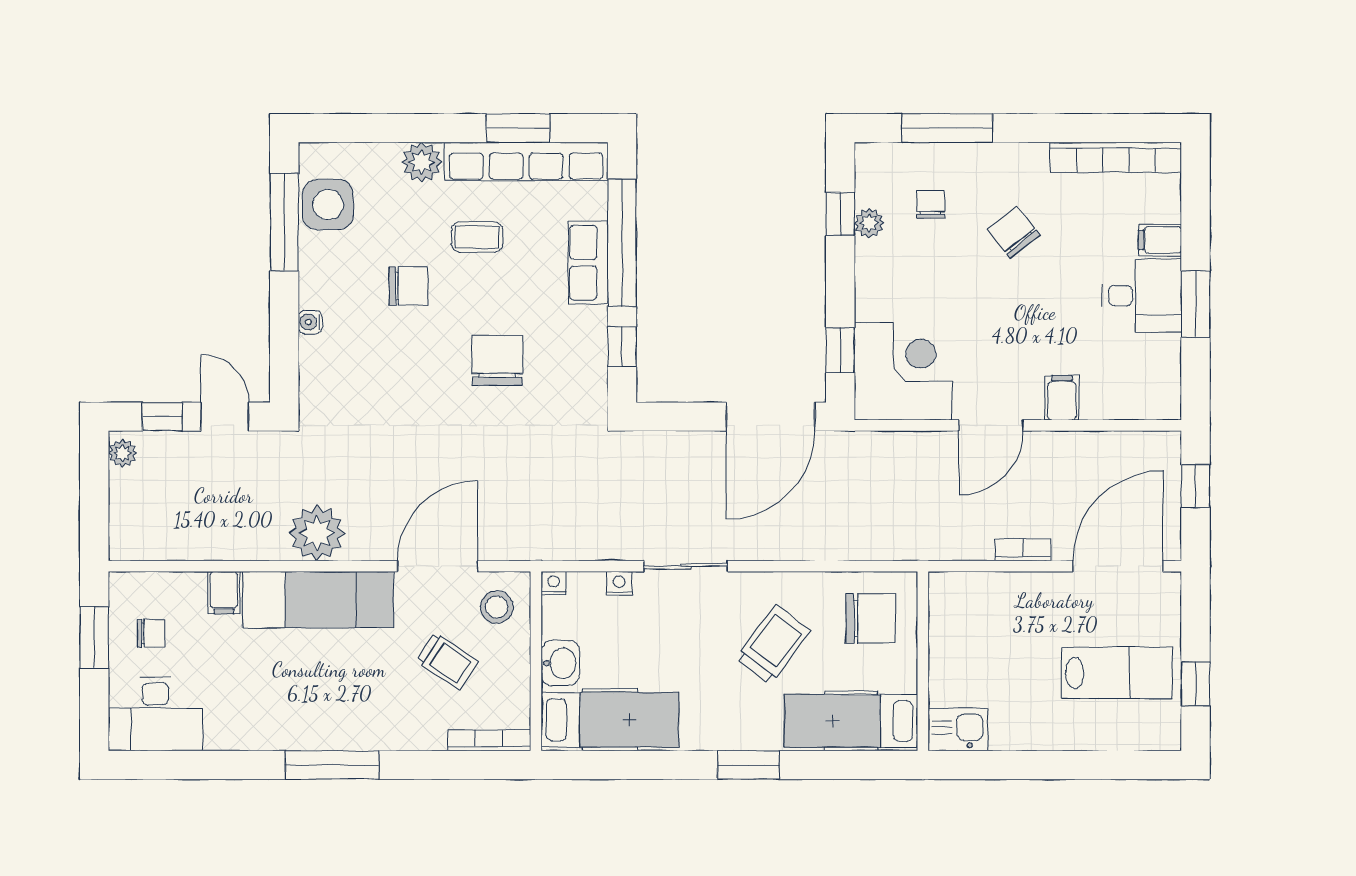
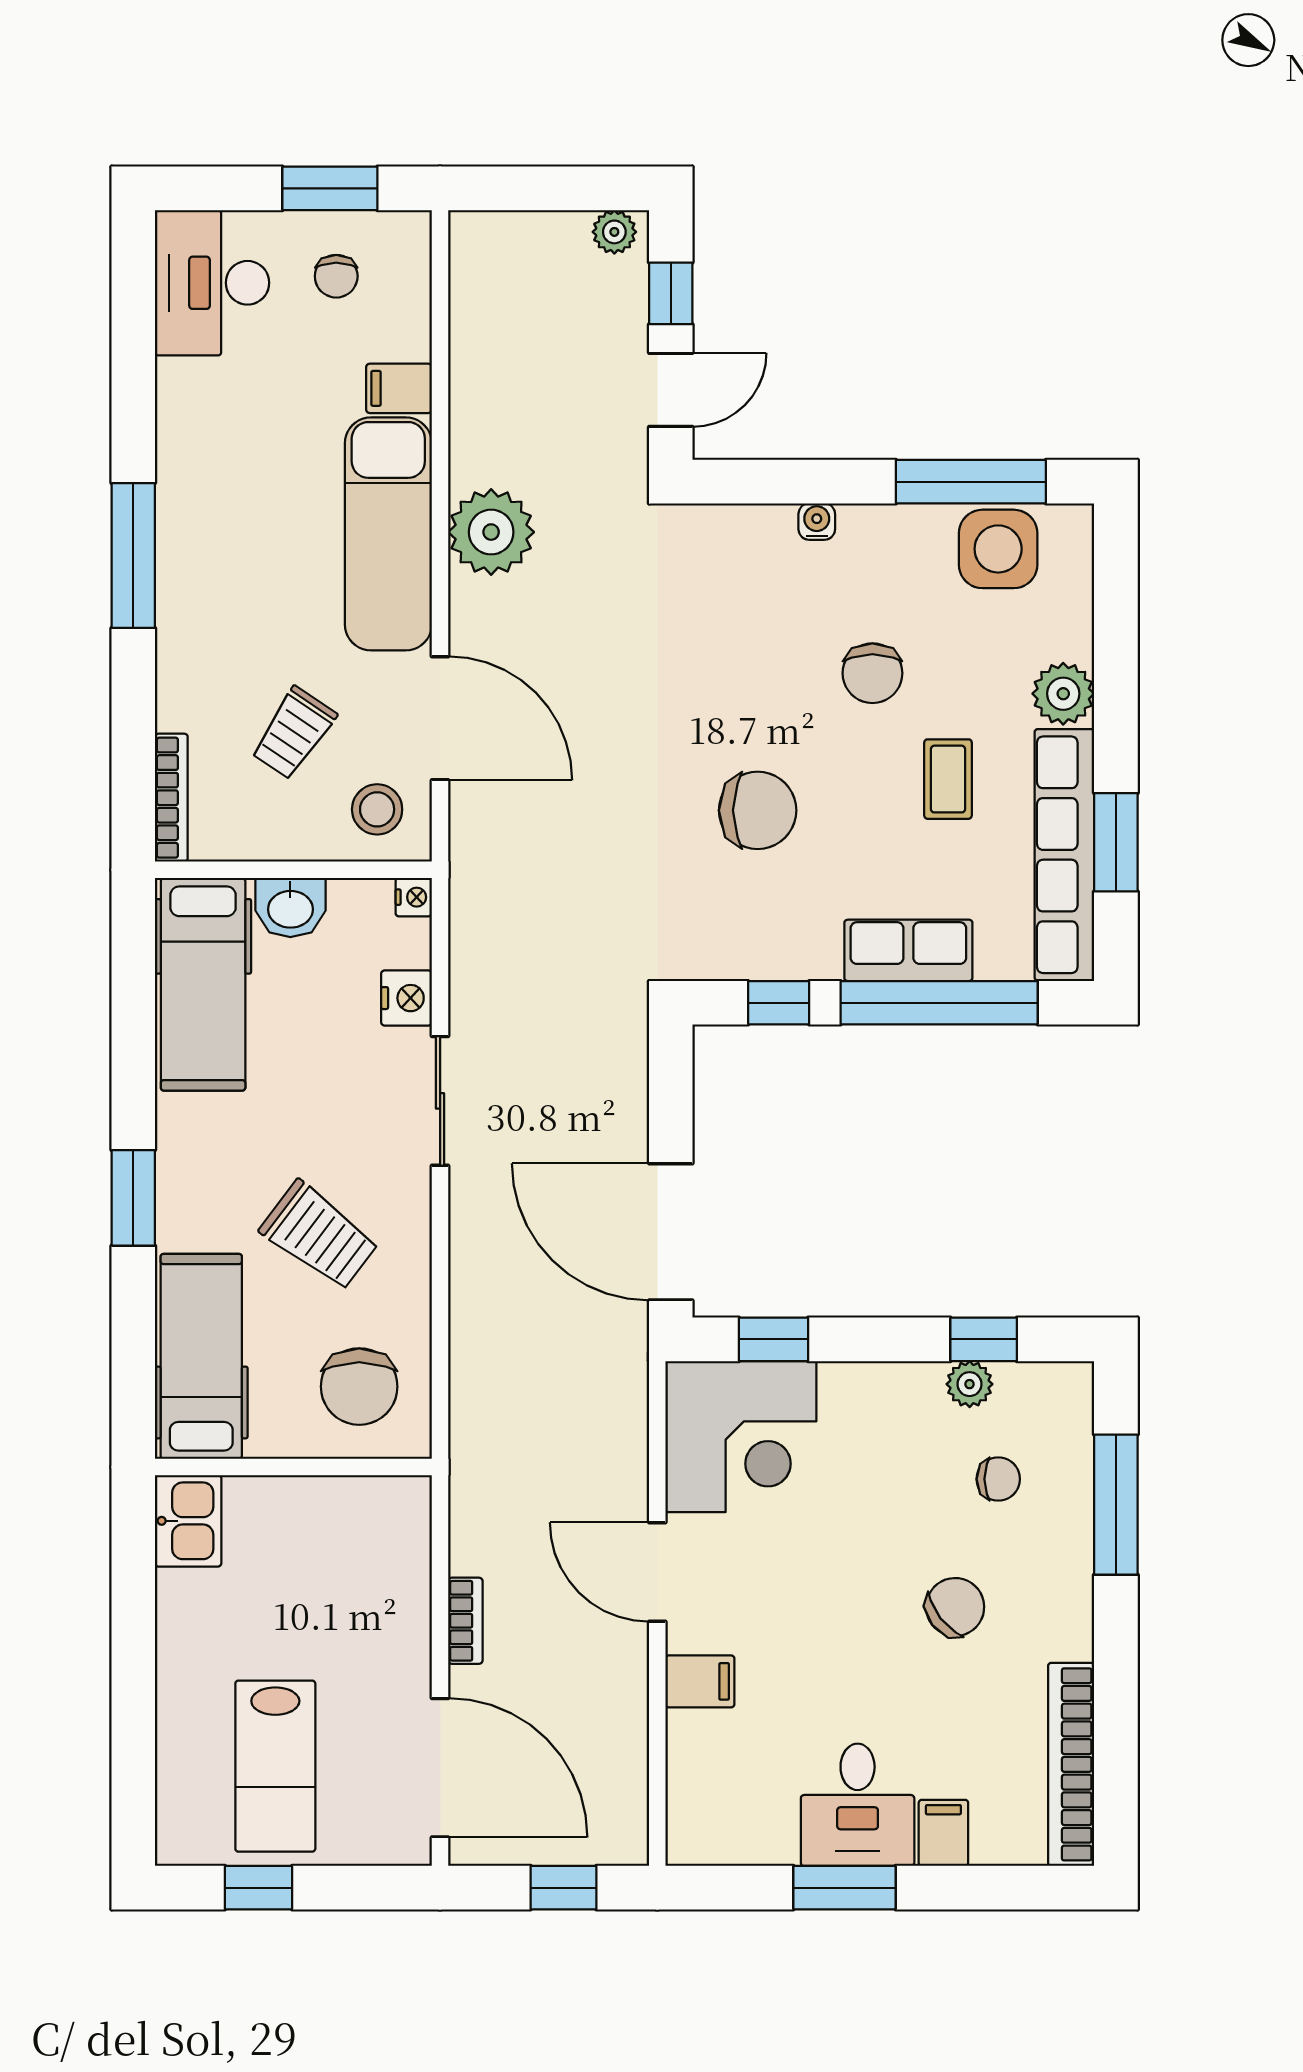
nightstand: (619, 584) -> (406, 998), width x1.39, depth x1.35

